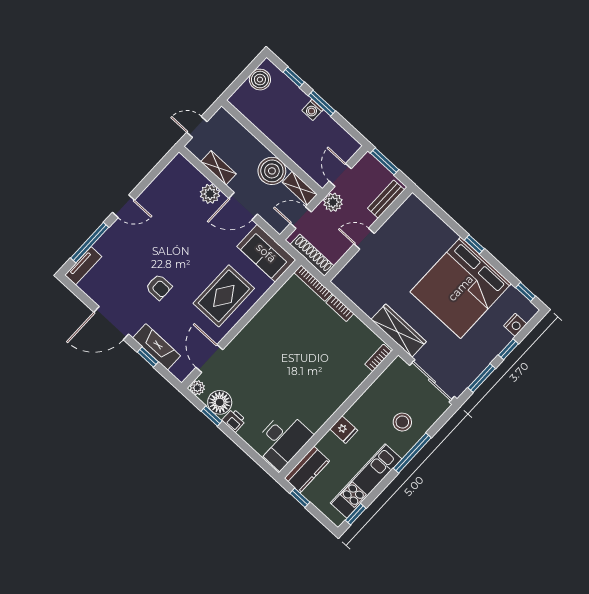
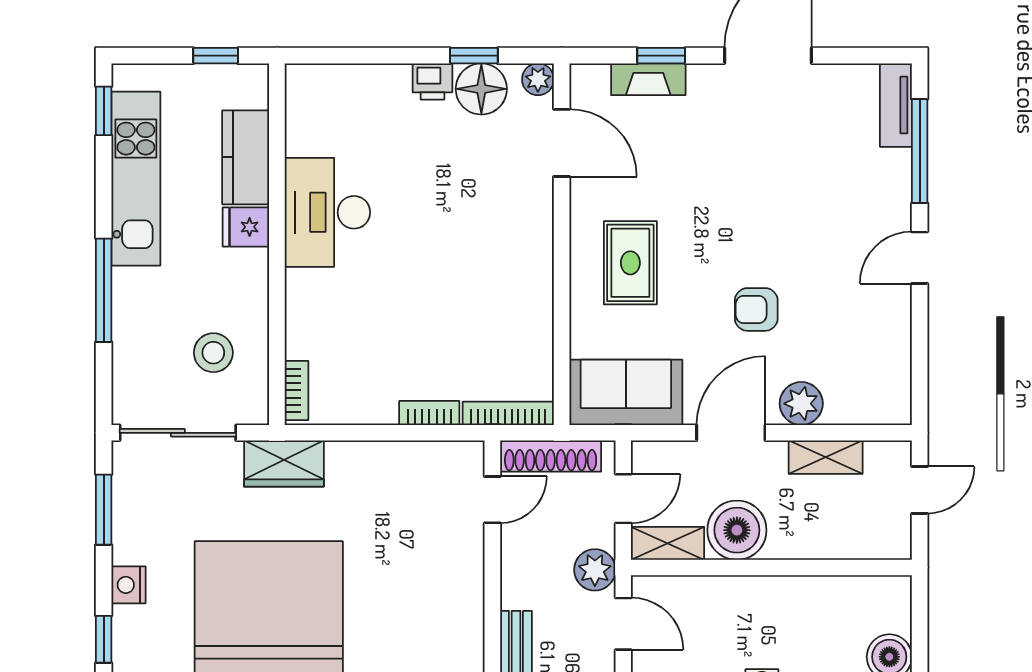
door: (364, 239) -> (492, 500), moved
armchair: (159, 287) -> (756, 309), moved
rug: (224, 296) -> (630, 263), width x0.73, depth x0.70
nightstand: (515, 325) -> (128, 585), moved
wardrobe: (399, 331) -> (284, 464), width x0.67
fireplace: (157, 347) -> (648, 79), width x0.73, depth x0.76
window: (508, 349) -> (104, 639), moved
stool: (402, 422) -> (213, 353), moved
desk: (283, 440) -> (327, 212), moved
kitchen counter: (307, 470) -> (246, 157), moved

